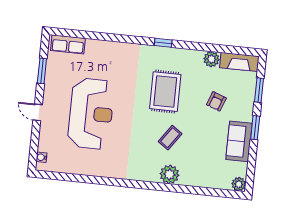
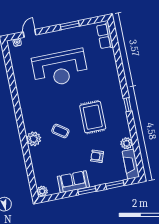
window: (42, 71) -> (70, 25), moved
rug: (165, 92) -> (93, 117), turned 90
door: (38, 112) -> (30, 33), moved

